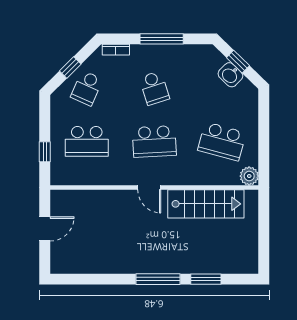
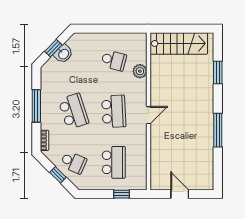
school desk: (154, 88) -> (73, 111), width x1.85
school desk: (222, 141) -> (114, 60), width x0.54
plant: (249, 176) -> (140, 71), moved
stairs: (206, 204) -> (179, 43), moved, turned 90
window: (158, 279) -> (218, 130), moved

